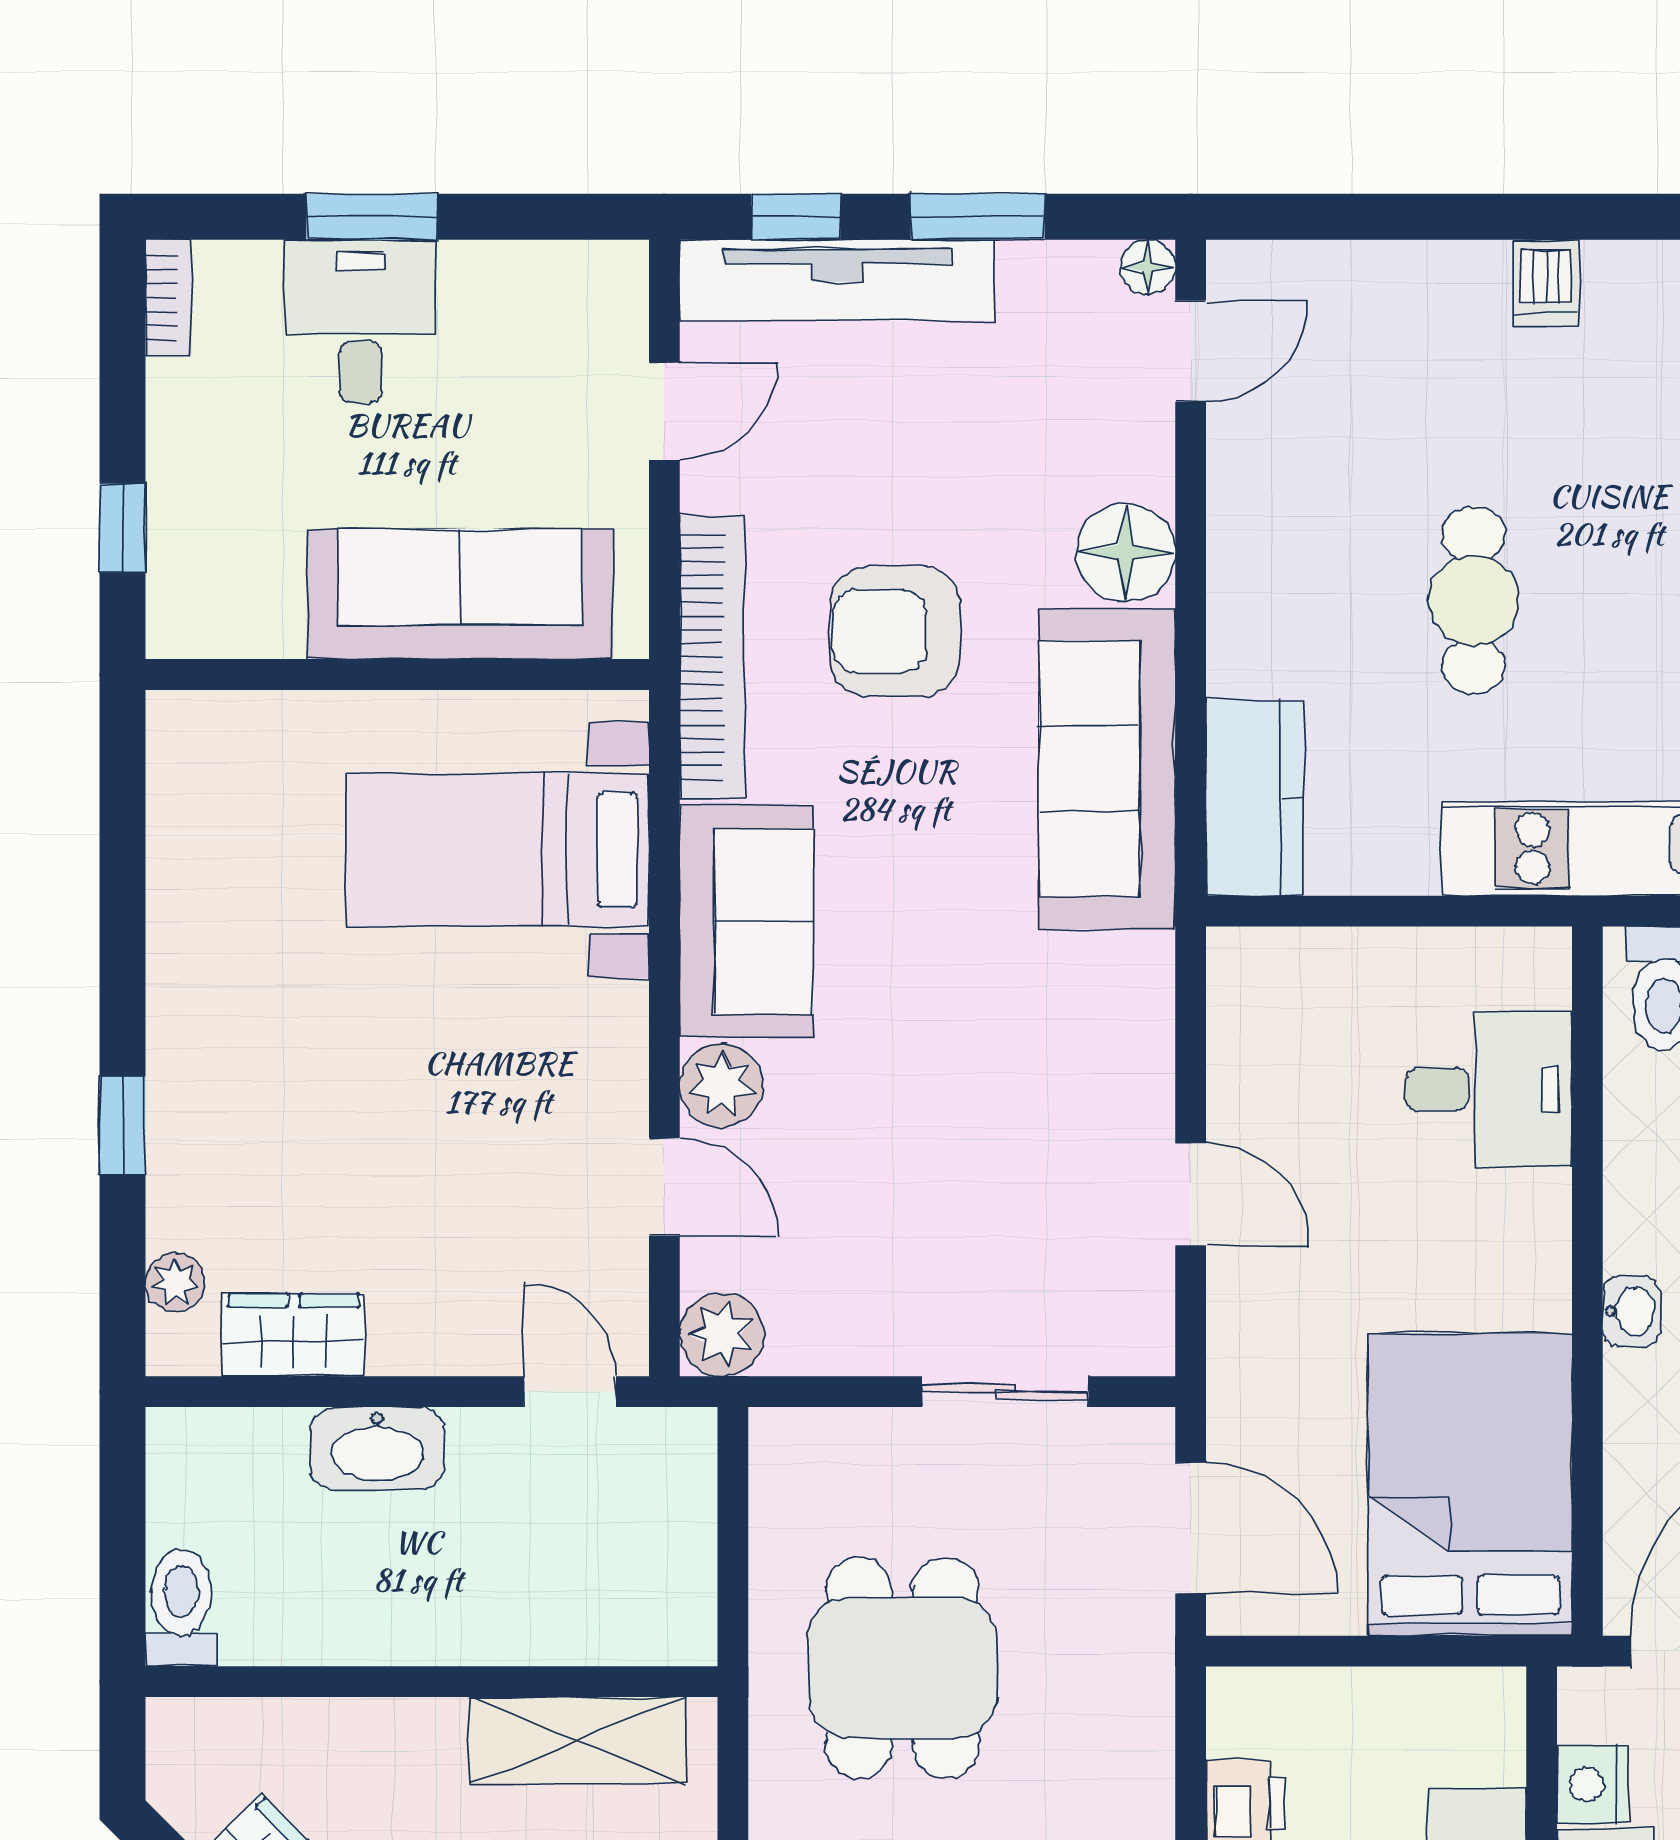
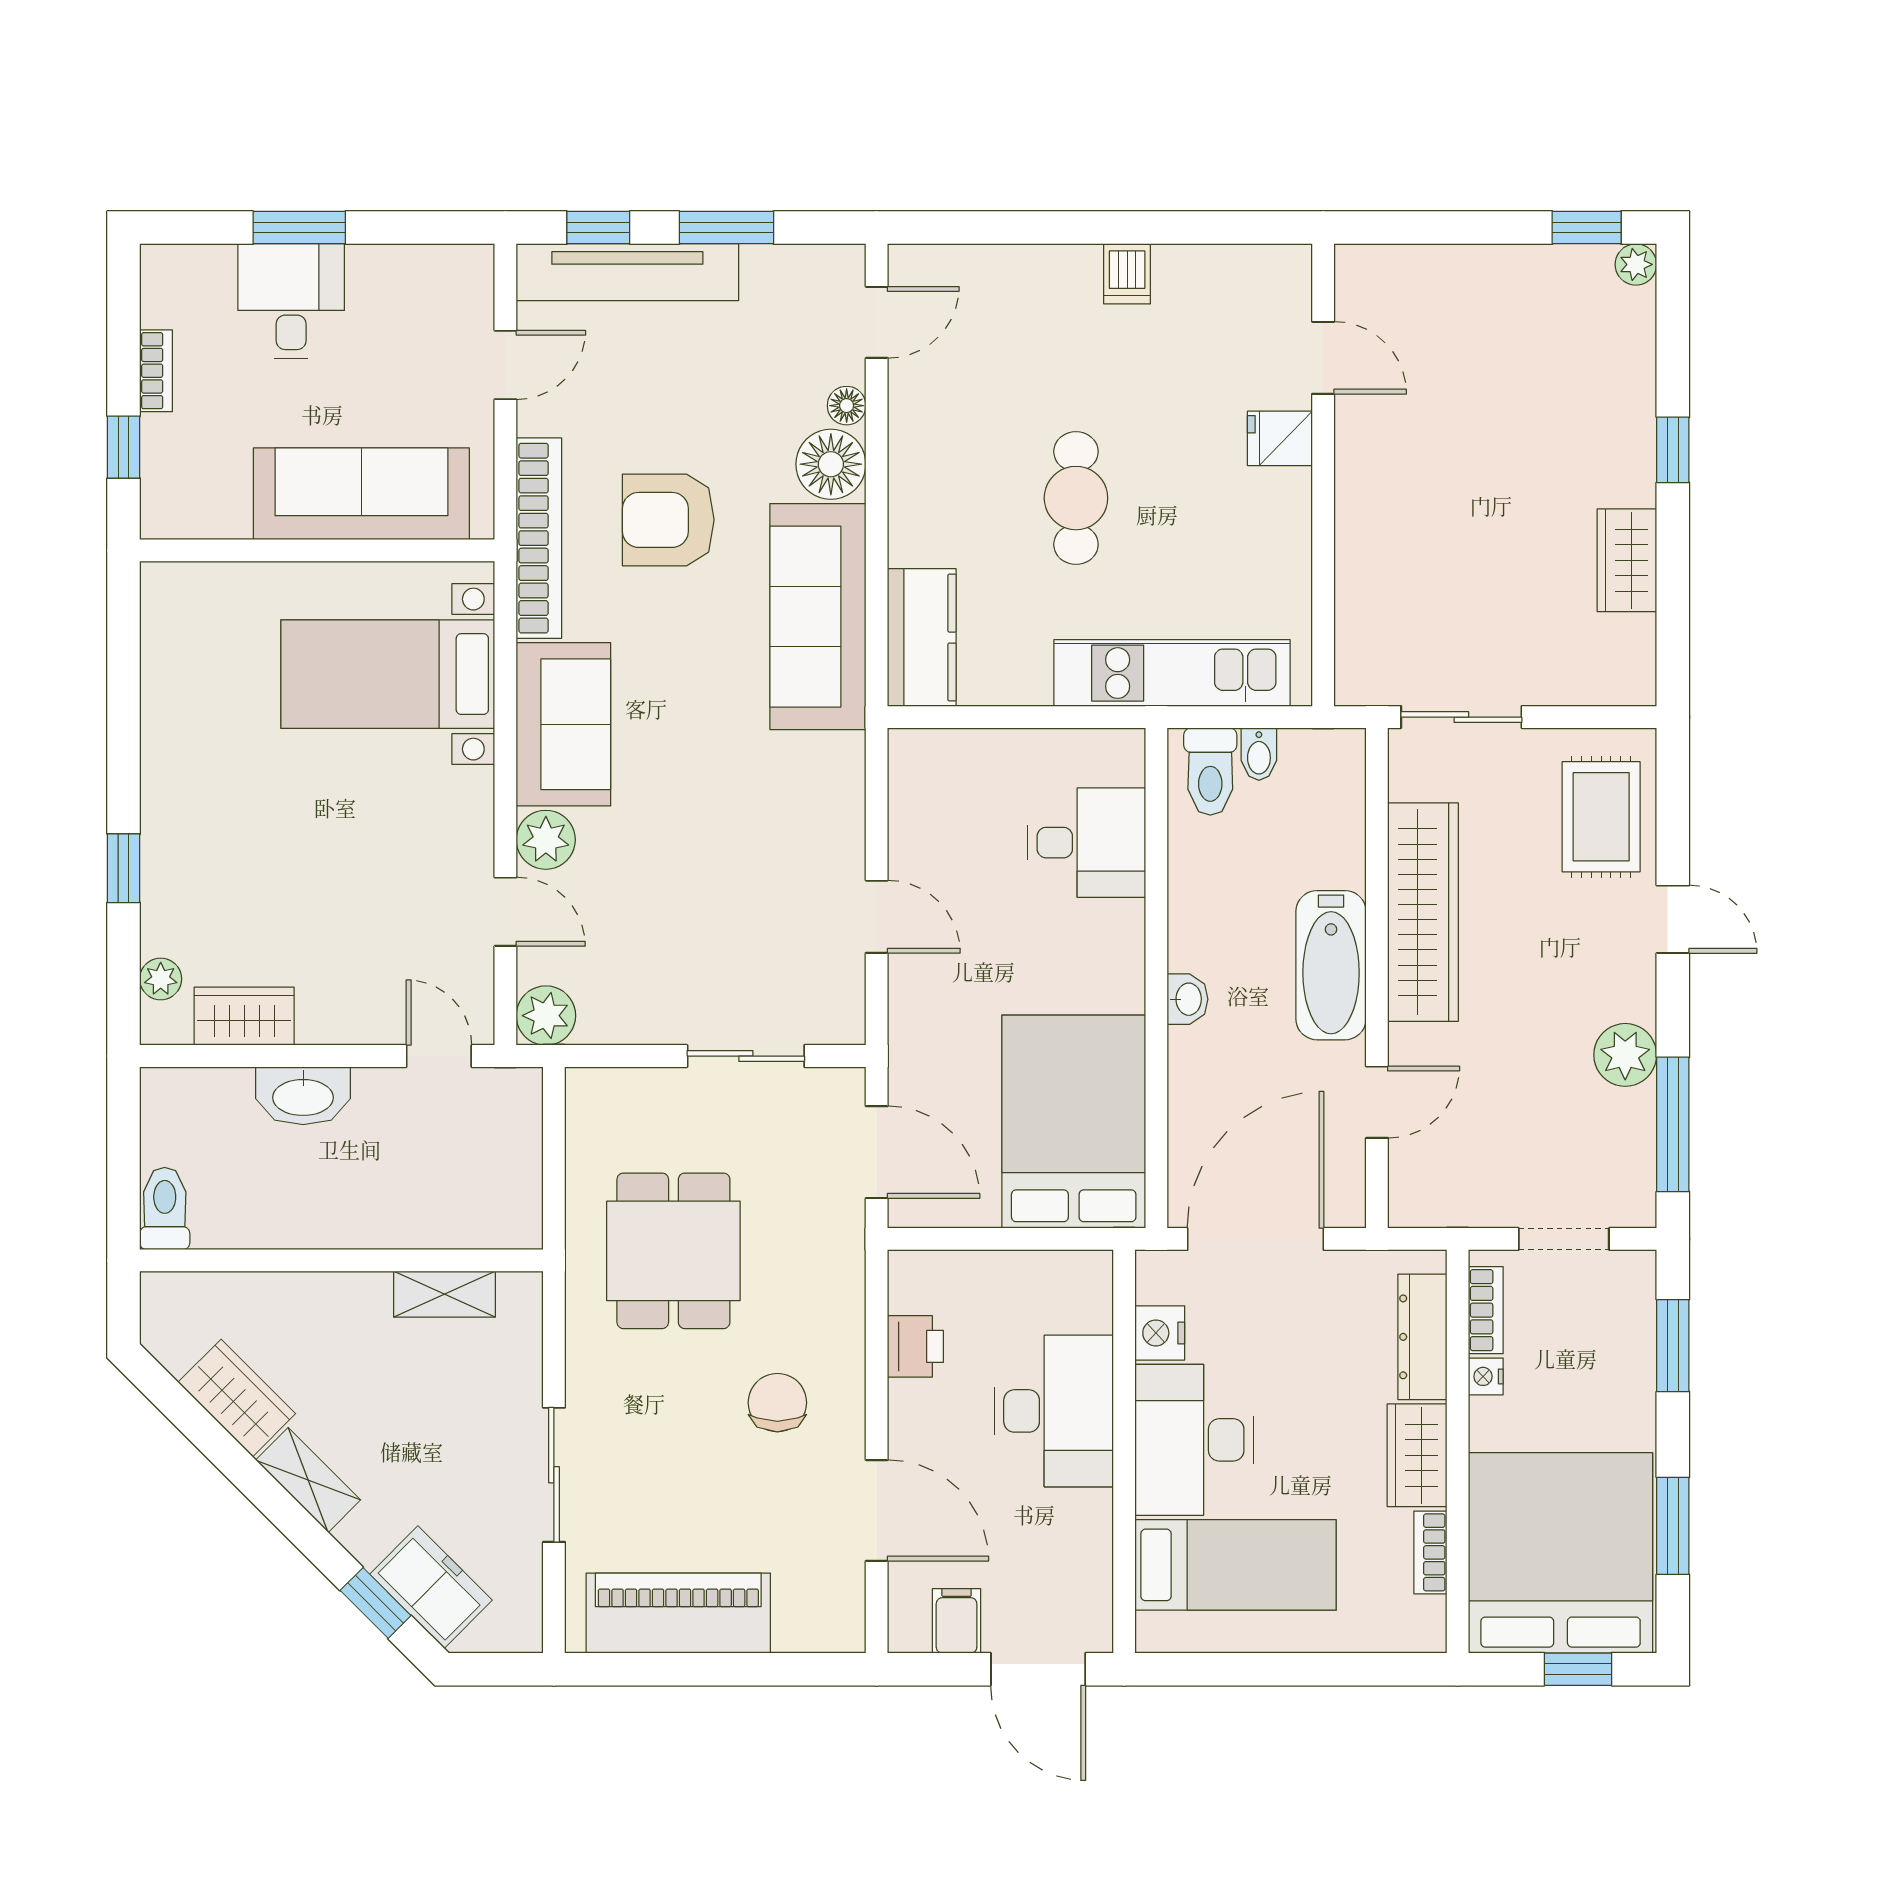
floor lamp: (1148, 267) -> (847, 406), moved
bookcase: (169, 298) -> (156, 371), moved
shelving: (578, 1740) -> (444, 1294), width x0.67, depth x0.75

